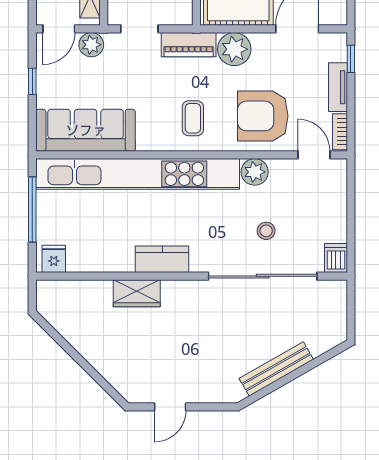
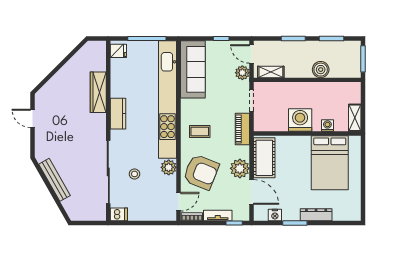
plant: (234, 49) -> (240, 168), moved
armchair: (263, 116) -> (201, 172), turned 112
wardrobe: (137, 293) -> (98, 92), width x1.50

